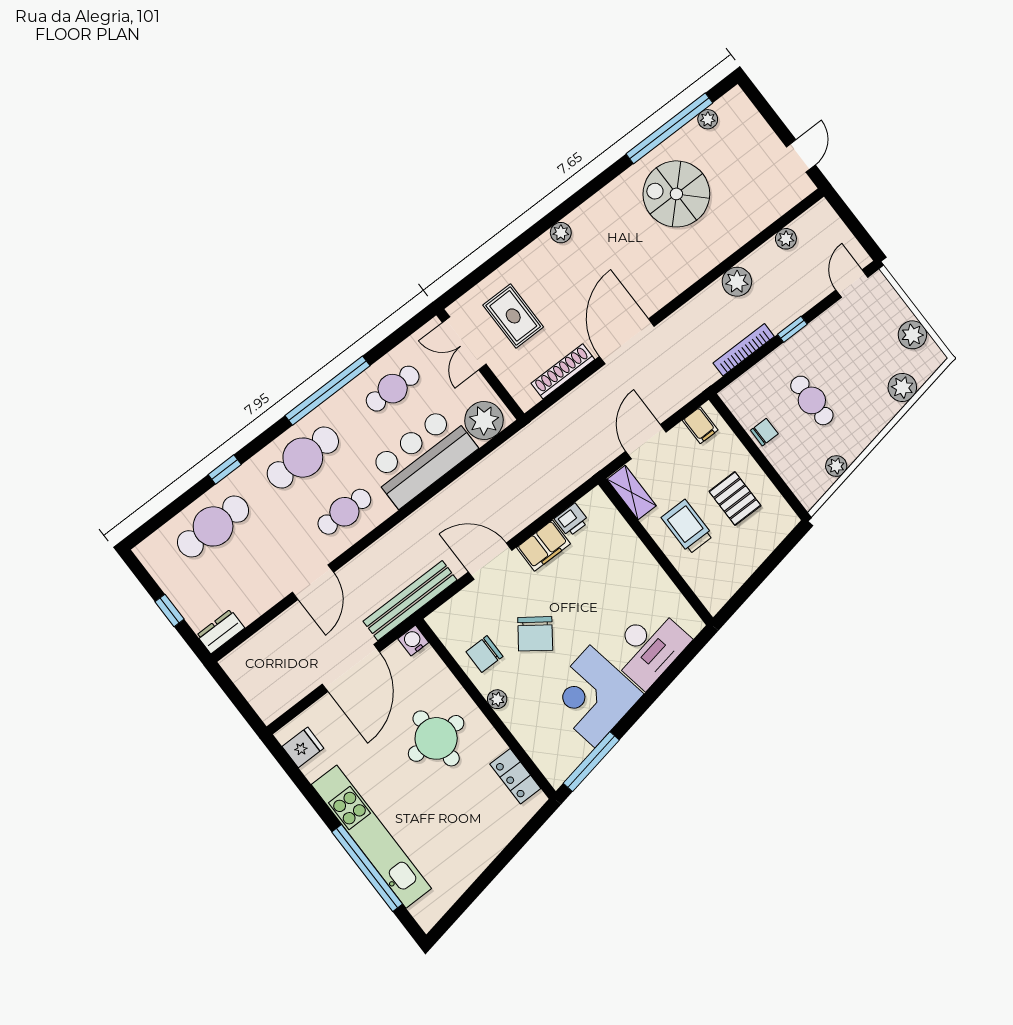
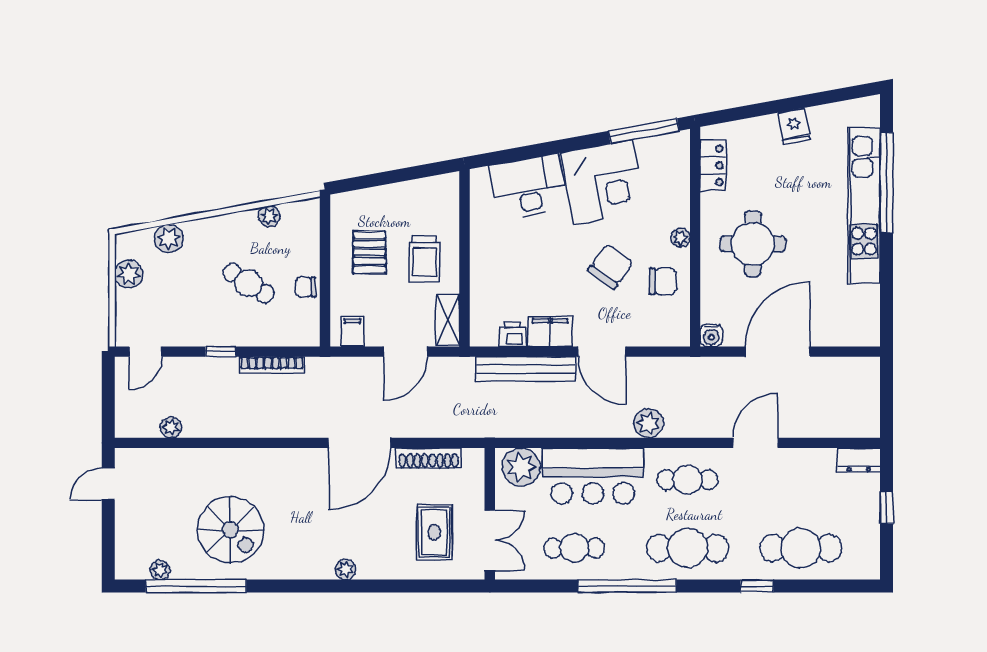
plant: (737, 282) -> (649, 423), moved
cafe table: (812, 400) -> (249, 283), turned -57
bench: (410, 601) -> (526, 369), moved
fridge: (303, 747) -> (794, 126), moved, turned -100

